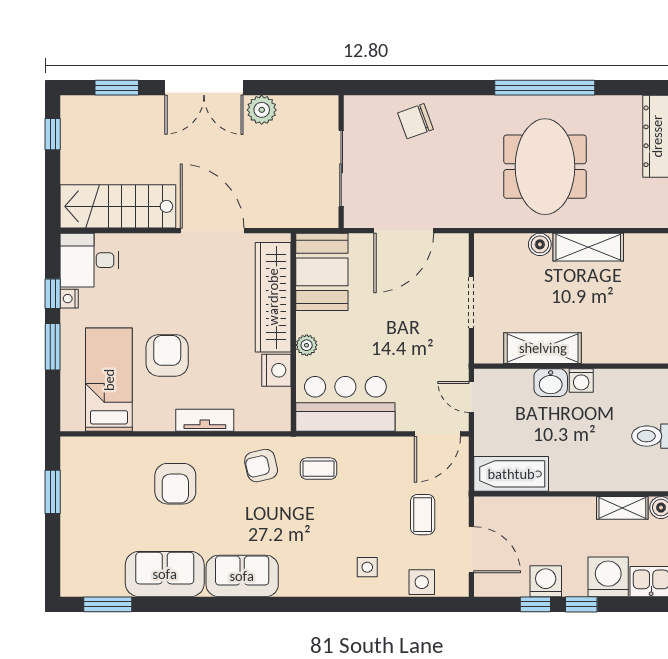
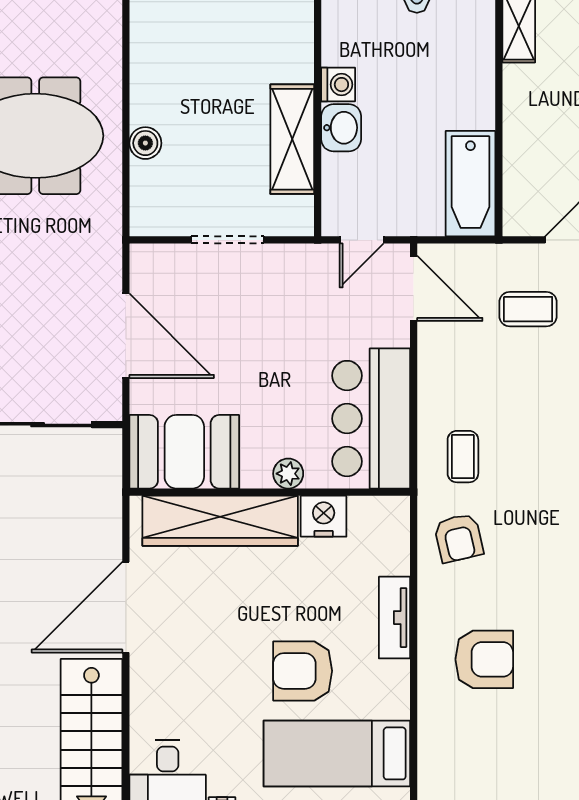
shelving: (588, 247) -> (149, 74), removed

